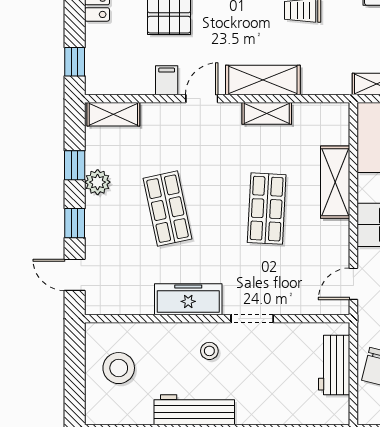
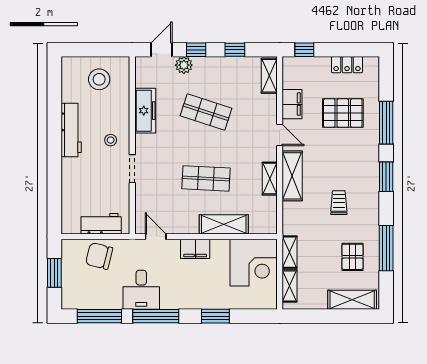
filing cabinet: (167, 80) -> (292, 104), width x2.00
plant: (98, 182) -> (184, 65), moved
shop shelf: (168, 209) -> (206, 112), turned 30
freezer: (188, 299) -> (145, 111), moved

